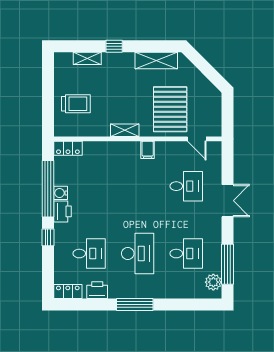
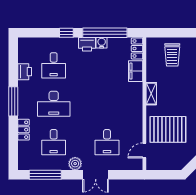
filing cabinet: (148, 150) -> (136, 71), moved, width x2.00
plant: (213, 282) -> (75, 164), moved
locker: (68, 292) -> (24, 130), moved

